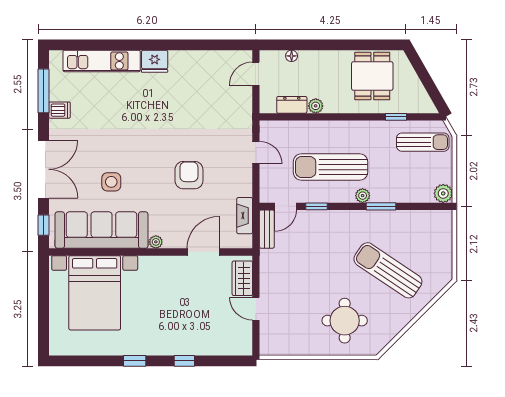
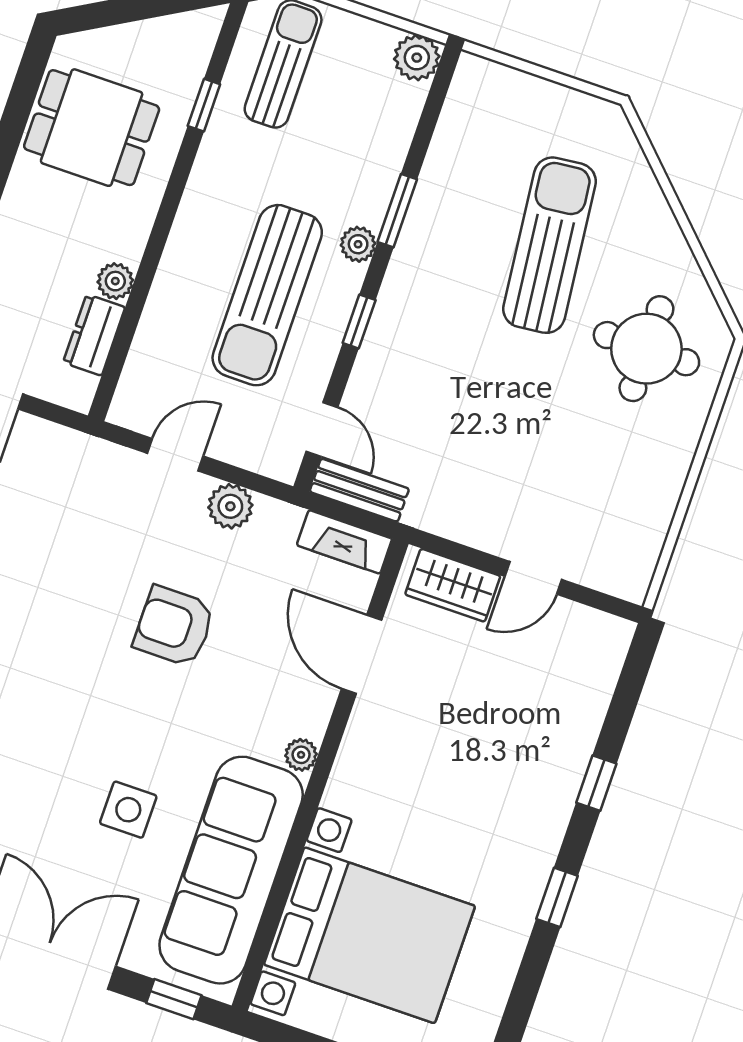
plant: (243, 181) -> (230, 506), added
window: (316, 206) -> (359, 322), moved
fireplace: (245, 216) -> (344, 542), moved
sun lounger: (388, 270) -> (550, 245), turned 140
round table: (345, 321) -> (646, 349), moved

